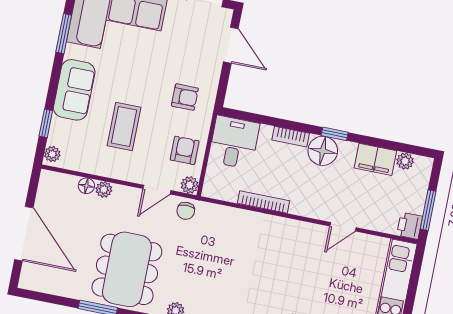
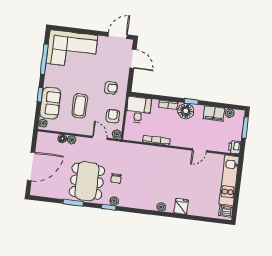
window: (64, 34) -> (44, 59), width x1.44
sofa: (74, 90) -> (50, 103), moved
window: (46, 123) -> (40, 94), moved
door: (157, 190) -> (100, 138), swing flipped
window: (428, 210) -> (245, 127), moved
chair: (186, 211) -> (116, 178), moved
door: (24, 234) -> (31, 166), hinge flipped

